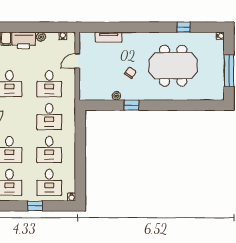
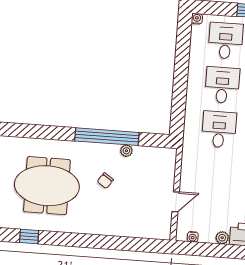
tv unit: (109, 37) -> (131, 231), removed
desk: (49, 84) -> (216, 174), removed
window: (132, 105) -> (107, 137), width x3.17

